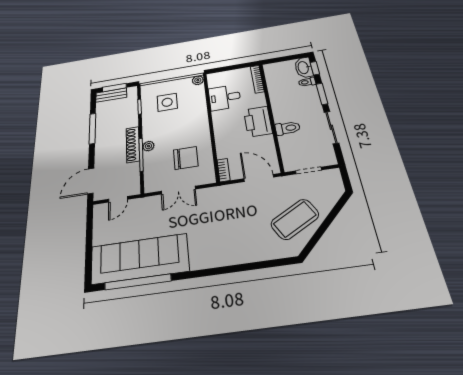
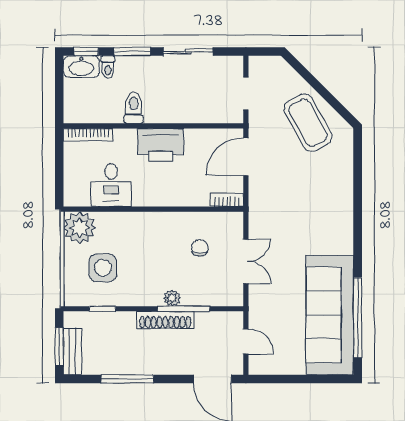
plant: (198, 80) -> (80, 228), width x1.88, depth x1.88
toilet: (288, 128) -> (134, 108), moved
chair: (186, 158) -> (200, 248), width x0.54, depth x0.54

